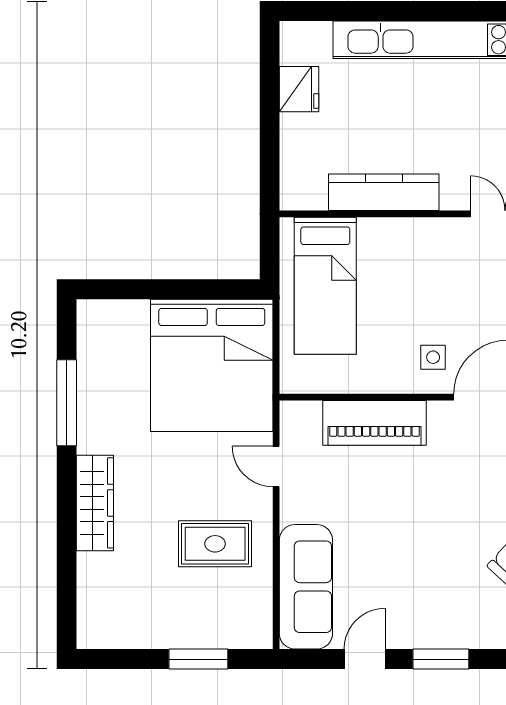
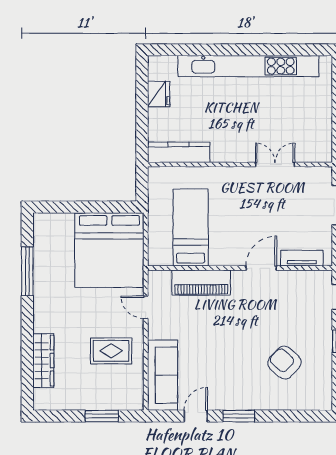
kitchen counter: (384, 192) -> (179, 152), moved
bed: (325, 286) -> (191, 227), moved, turned 180
side table: (433, 357) -> (234, 245), removed
wardrobe: (95, 503) -> (43, 360), moved

